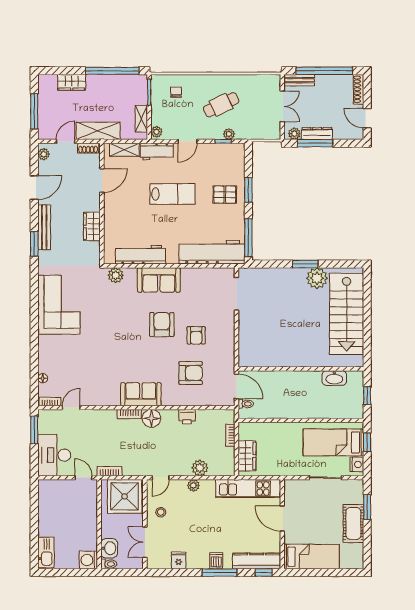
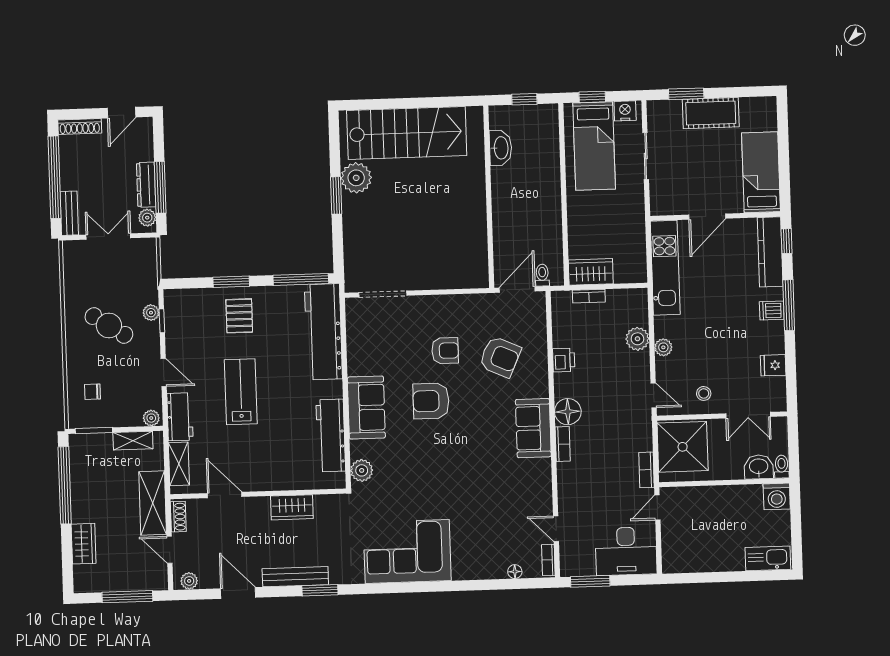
cafe table: (221, 105) -> (109, 325), turned -31
armchair: (191, 373) -> (500, 357), turned 114
wardrobe: (247, 456) -> (591, 272), moved

